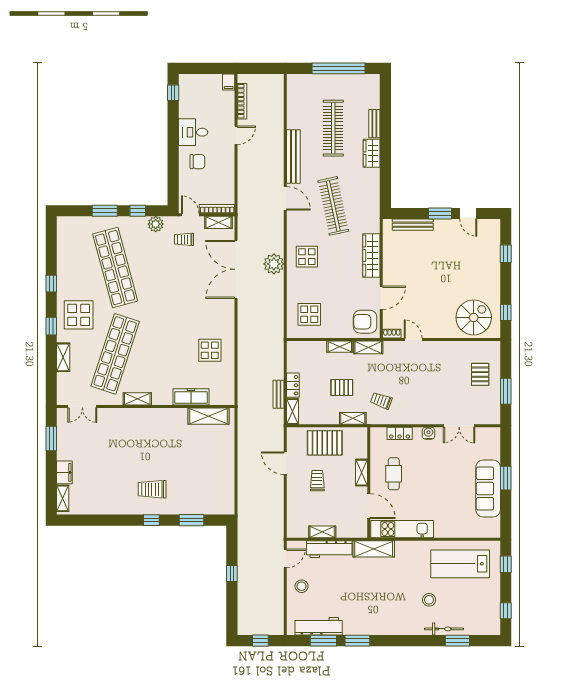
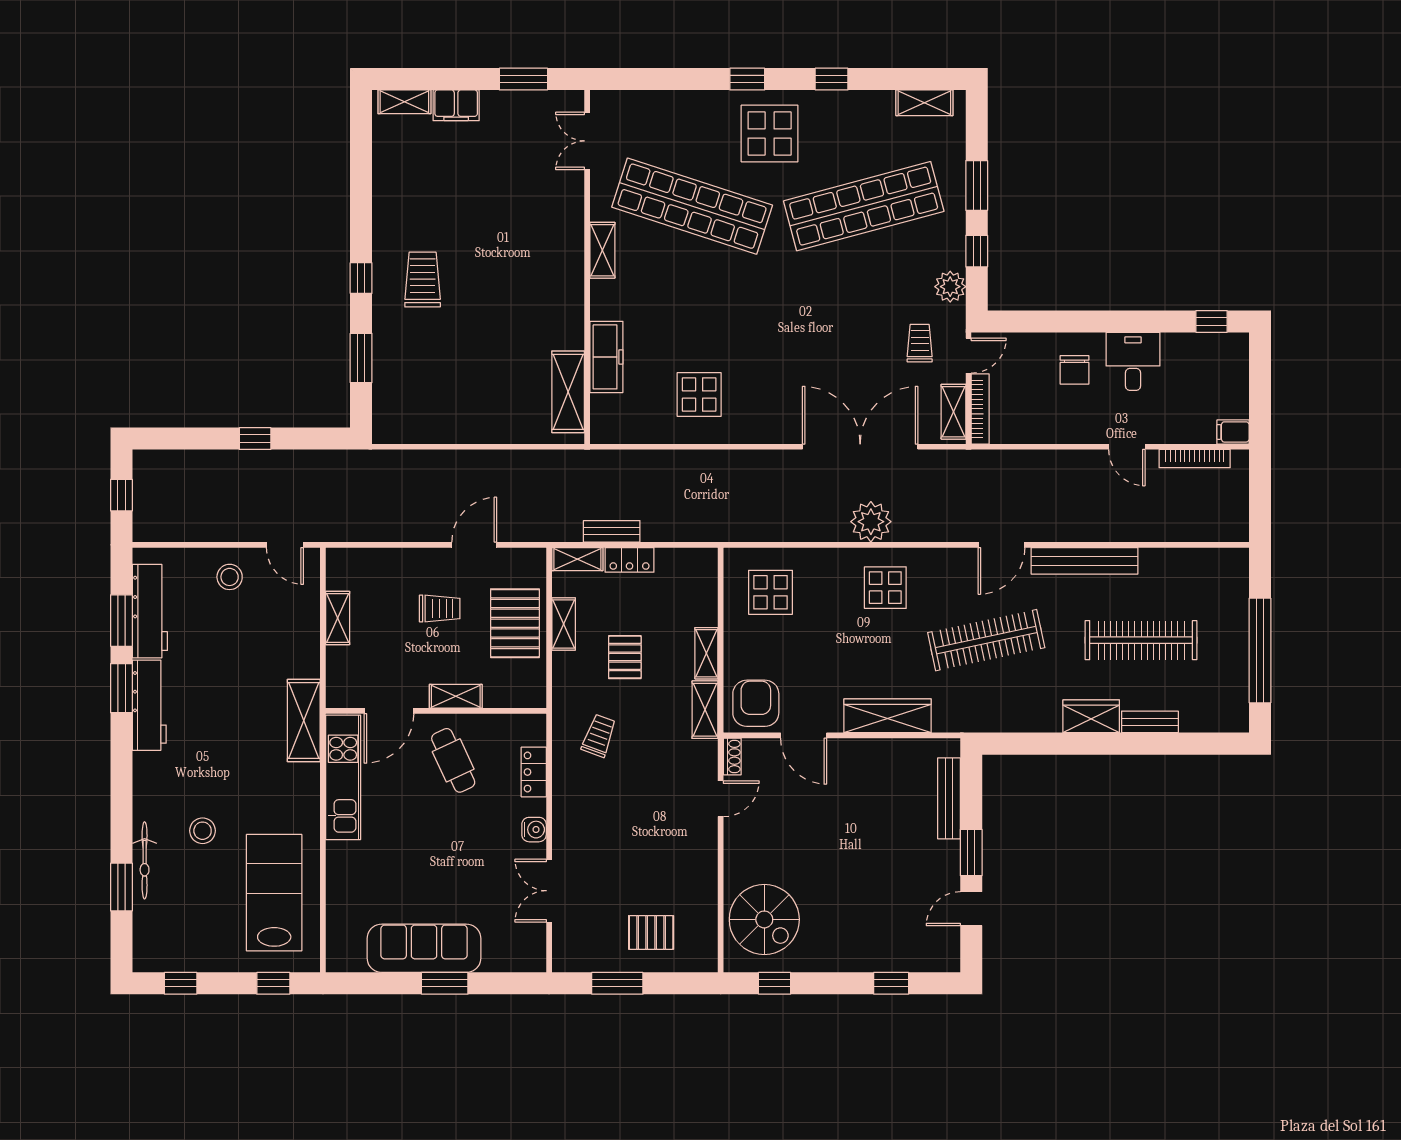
shelving: (63, 357) -> (924, 103), moved
shelving: (353, 418) -> (564, 624), moved
cafe table: (394, 474) -> (453, 760), turned 65
workbench: (329, 549) -> (149, 705), moved, turned 180

